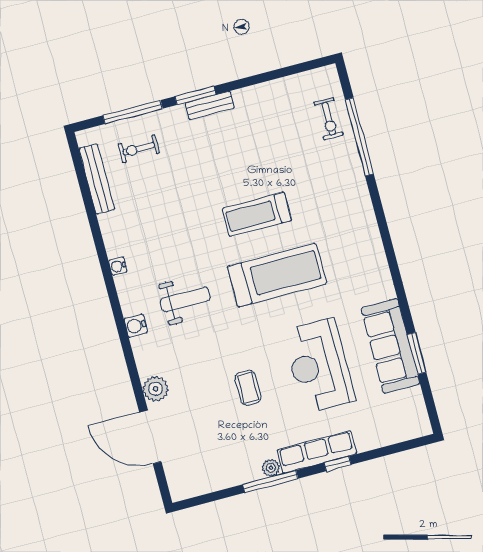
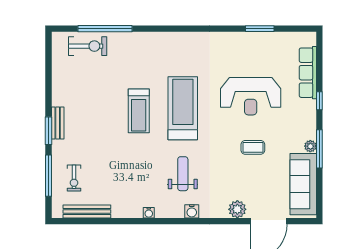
exercise bike: (329, 119) -> (88, 46), width x1.38, depth x1.39
sofa: (390, 346) -> (303, 184), moved, turned 90
row of seats: (317, 452) -> (308, 73), moved

